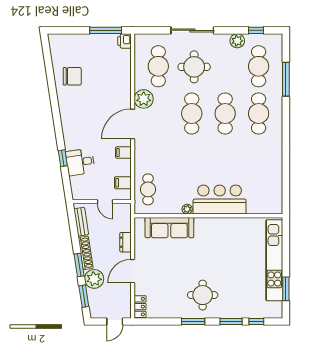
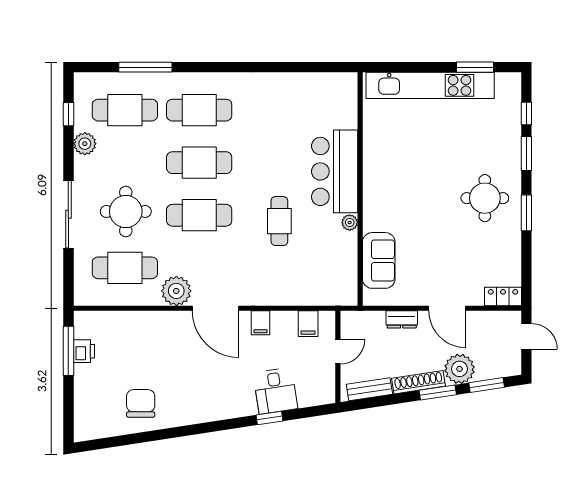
printer: (124, 41) -> (84, 351), moved, turned -90
cafe table: (148, 189) -> (279, 221), moved, turned 90
sofa: (169, 228) -> (379, 260), width x0.73

